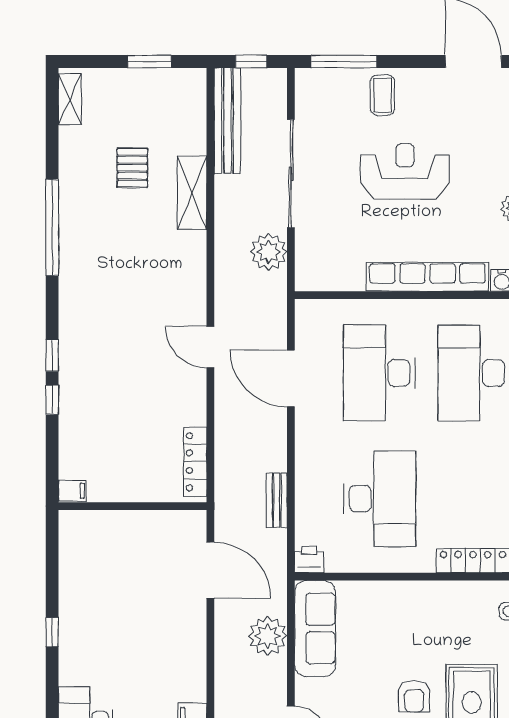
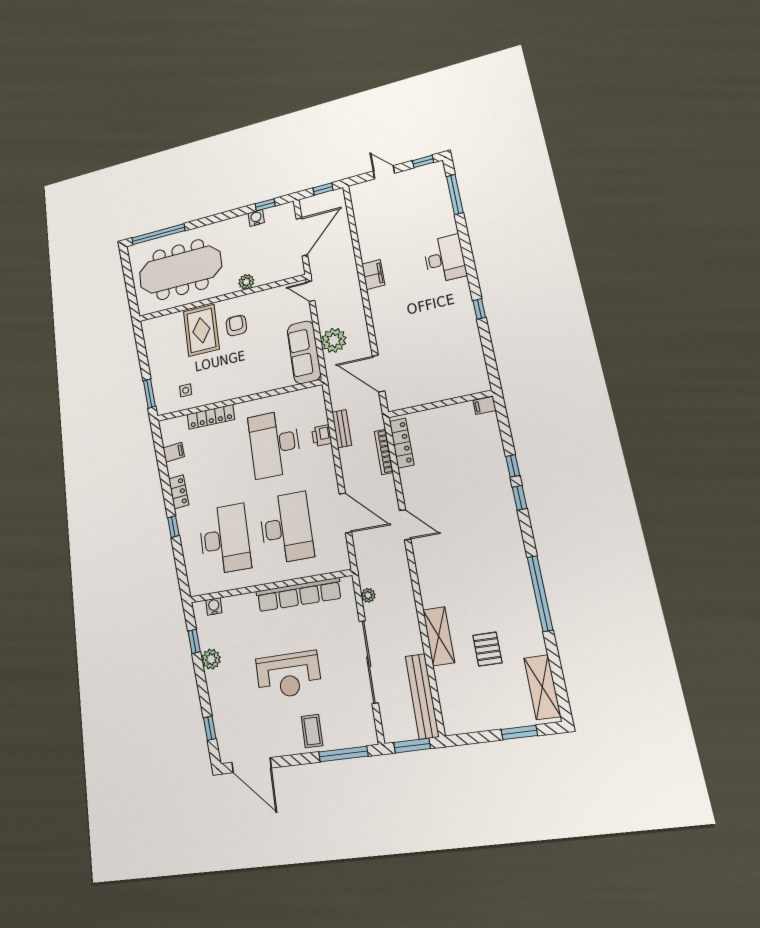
window: (149, 61) -> (519, 732), moved
window: (251, 61) -> (412, 746), width x1.50
shelving: (70, 99) -> (542, 687), width x1.50, depth x1.33
plant: (269, 252) -> (368, 595), width x0.53, depth x0.53
row of seats: (428, 277) -> (299, 595), moved
bookcase: (222, 454) -> (384, 452), added
printer: (309, 560) -> (322, 436), moved, turned 90

